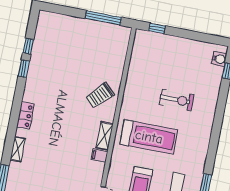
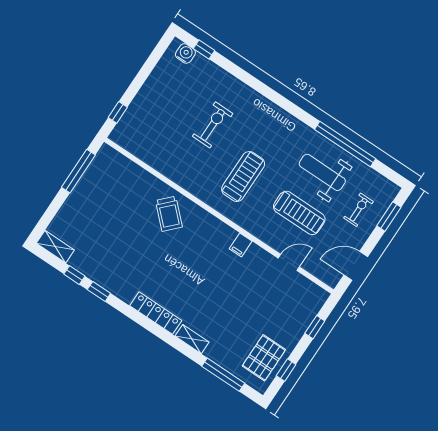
locker: (25, 116) -> (156, 313), width x1.53
shelving: (105, 136) -> (55, 247), moved
treadmill: (149, 137) -> (243, 177), width x0.73, depth x0.73

